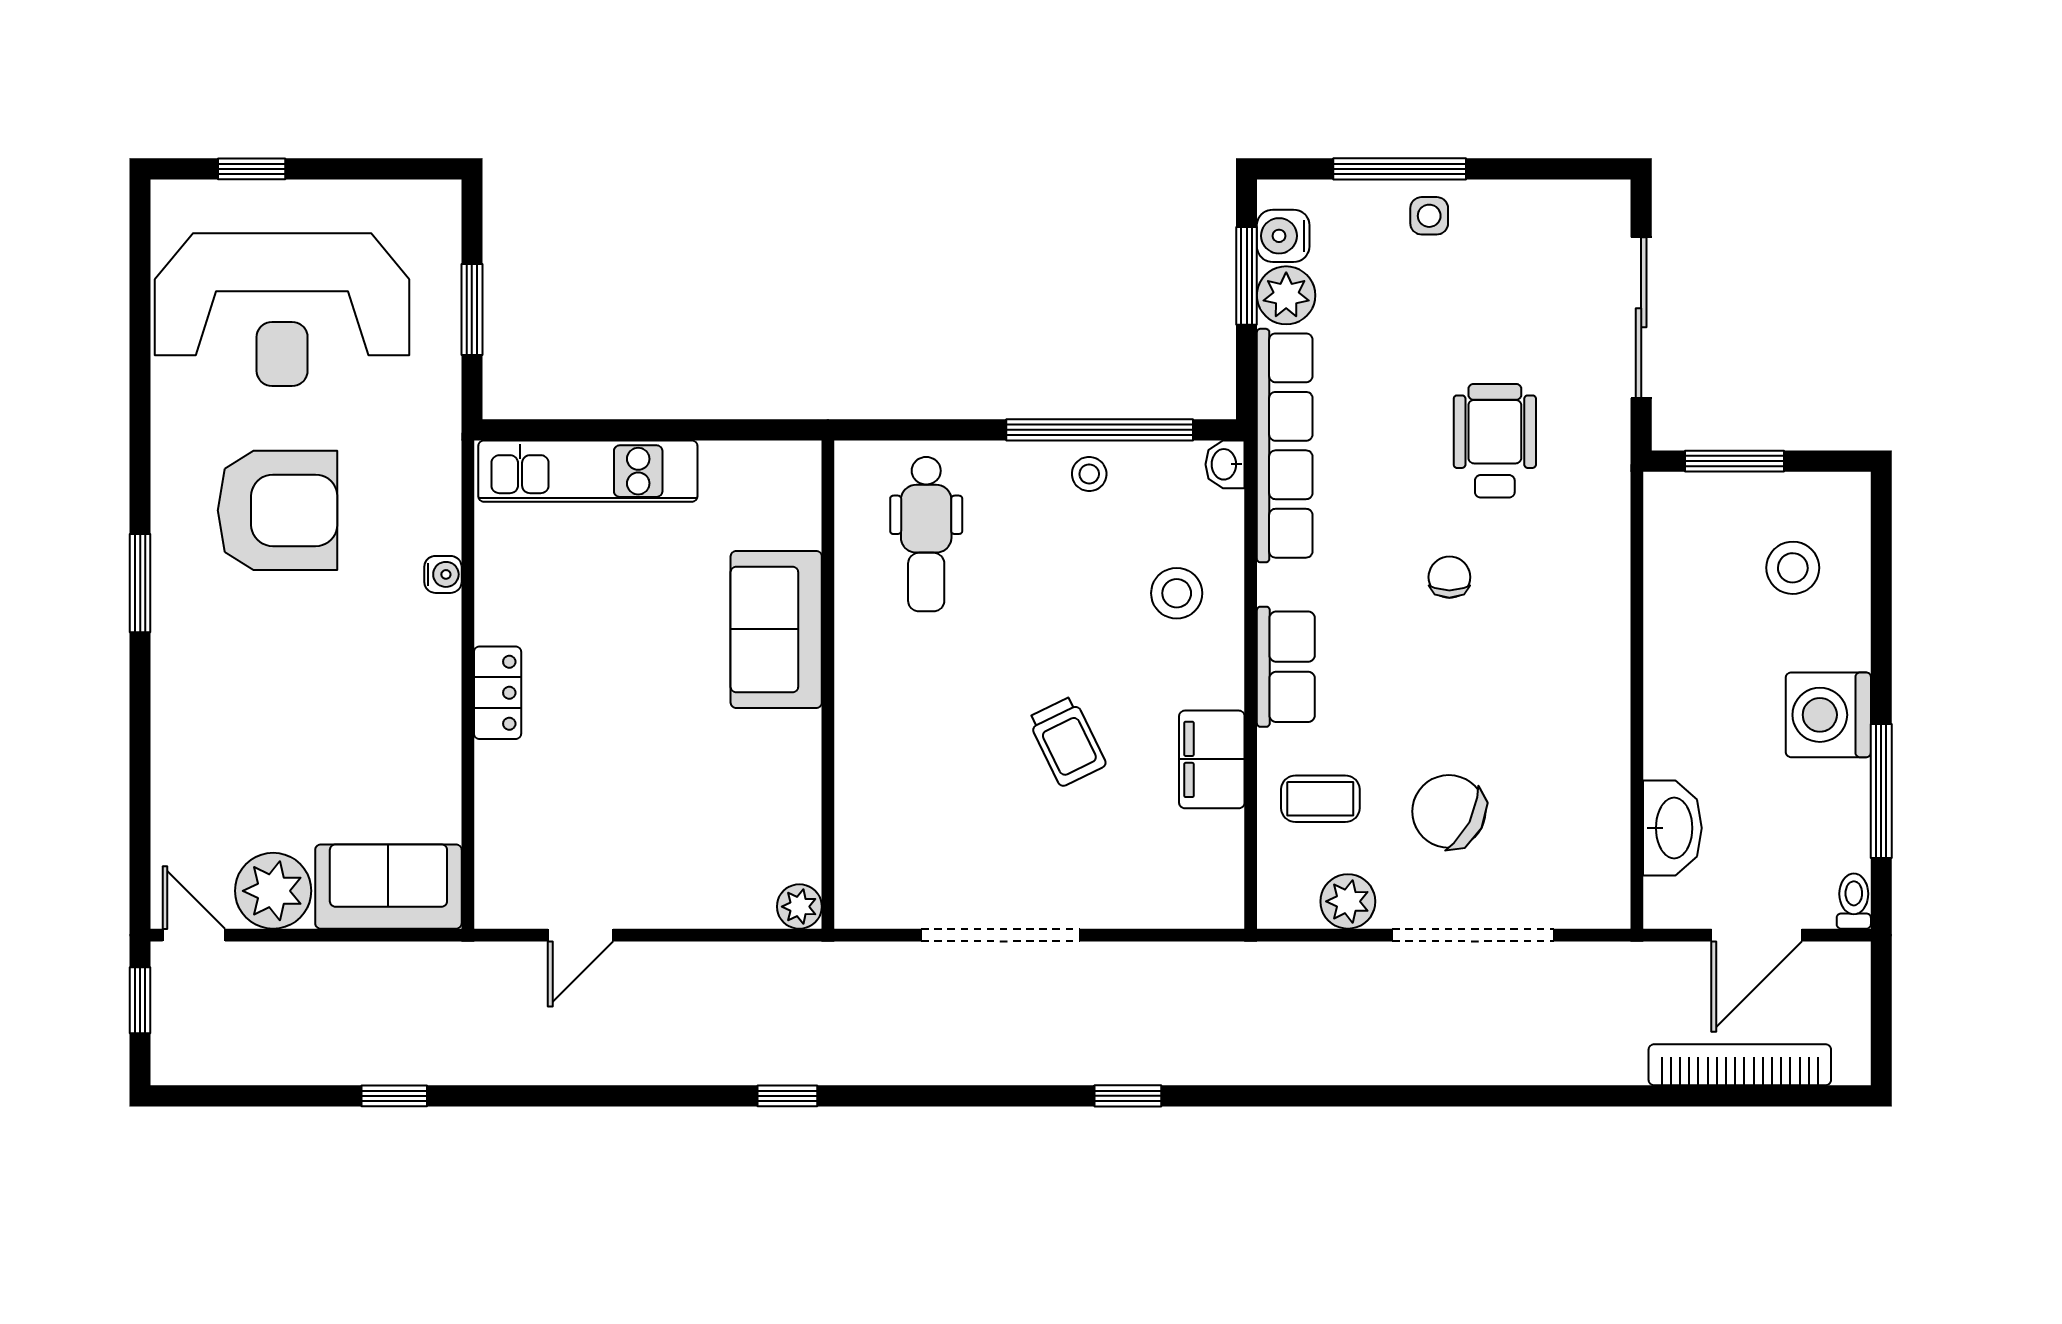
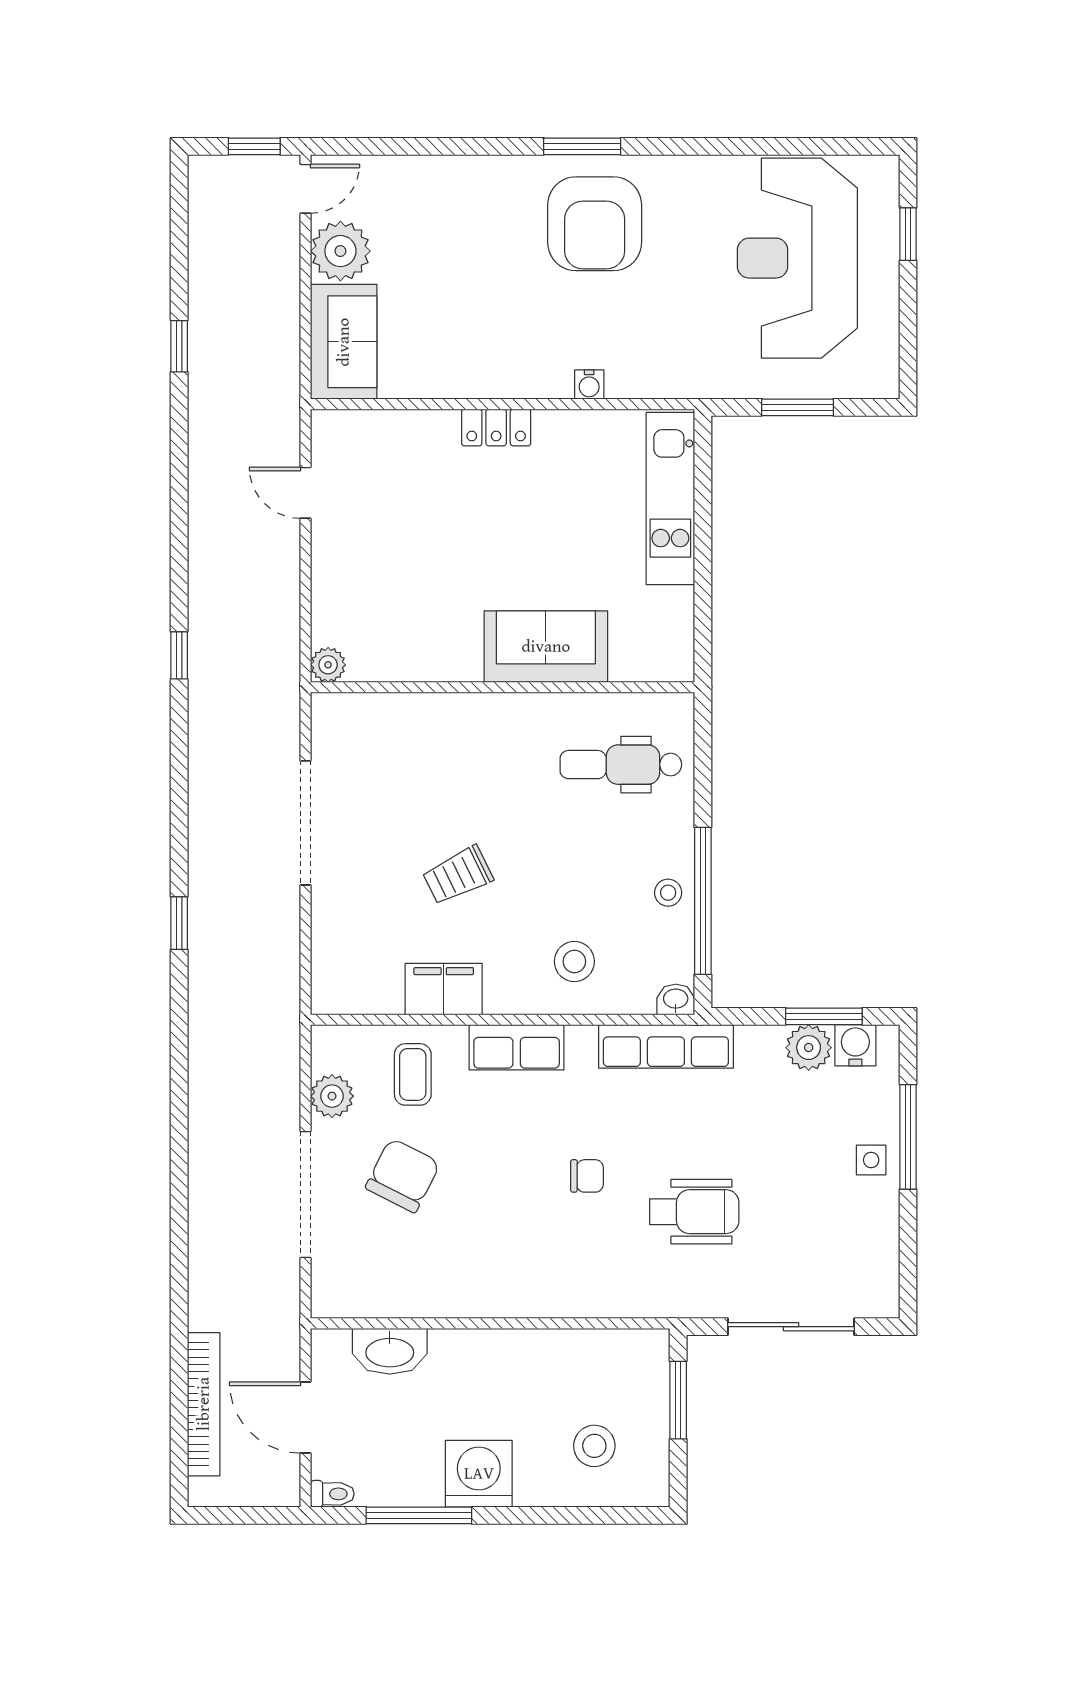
row of seats: (1285, 446) -> (666, 1046), width x0.73
armchair: (278, 510) -> (595, 224), moved

